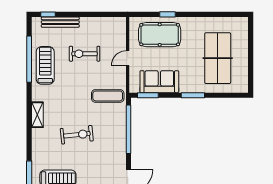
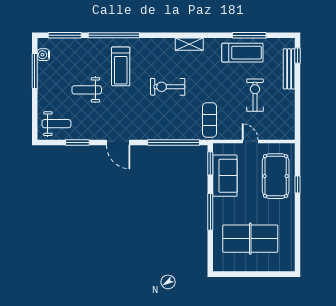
window: (29, 59) -> (249, 35), width x0.68
window: (193, 95) -> (210, 212), width x1.44
exercise bike: (77, 135) -> (168, 87), turned 96

